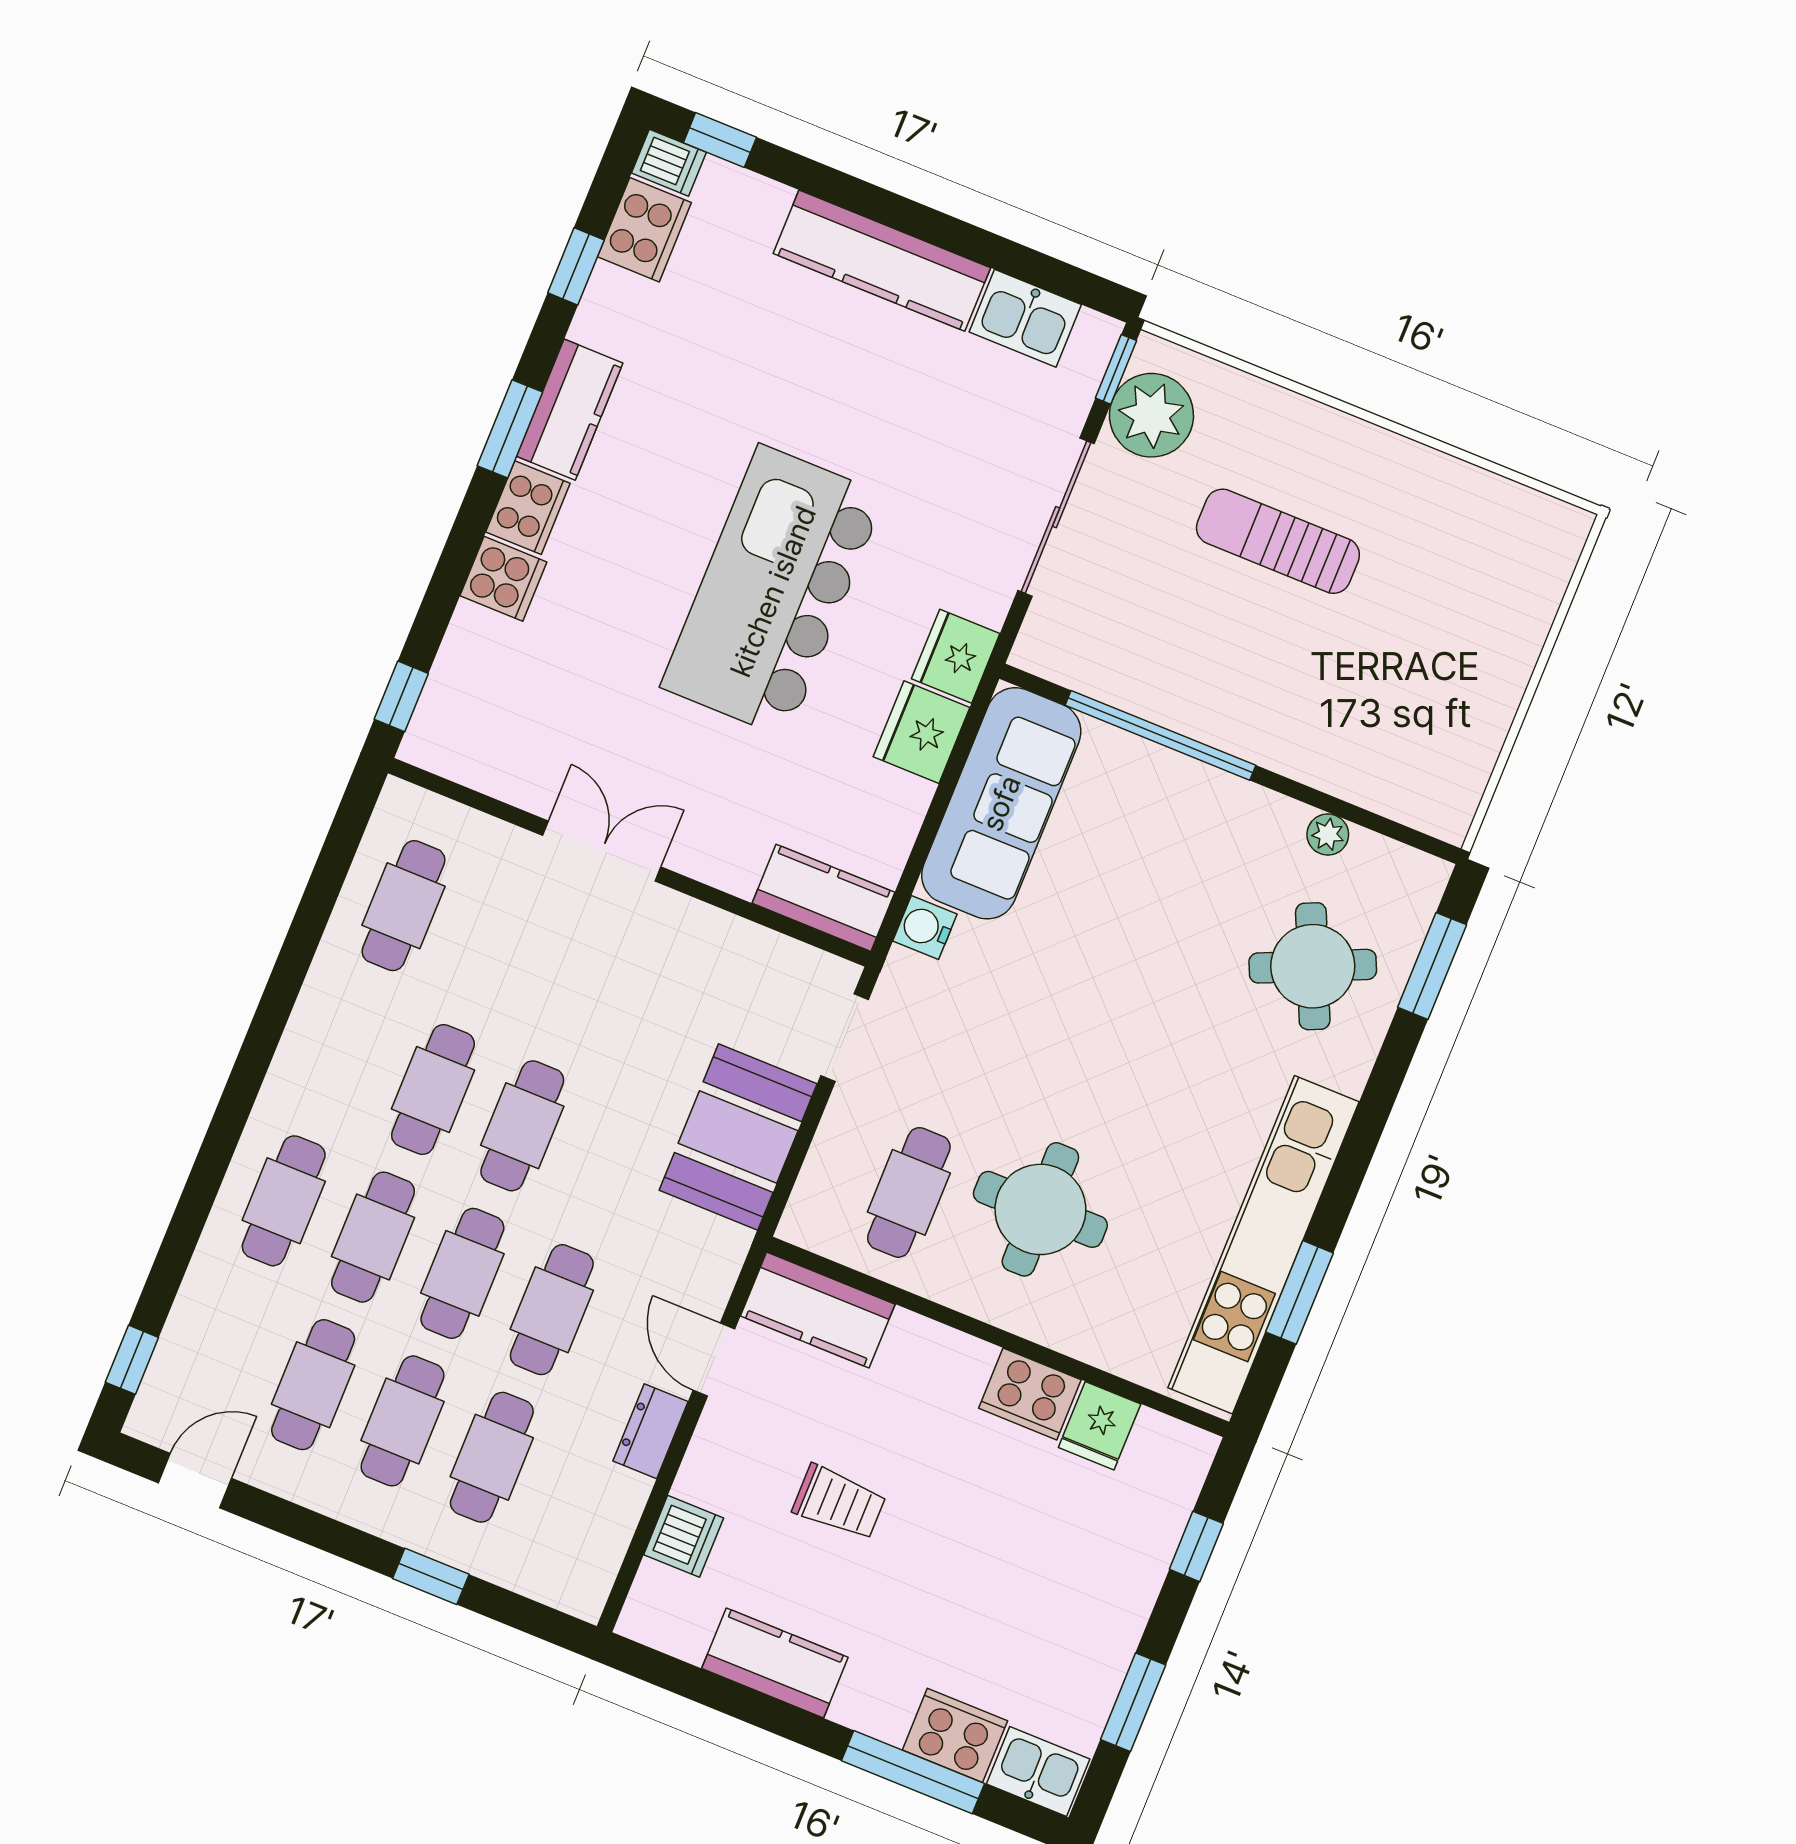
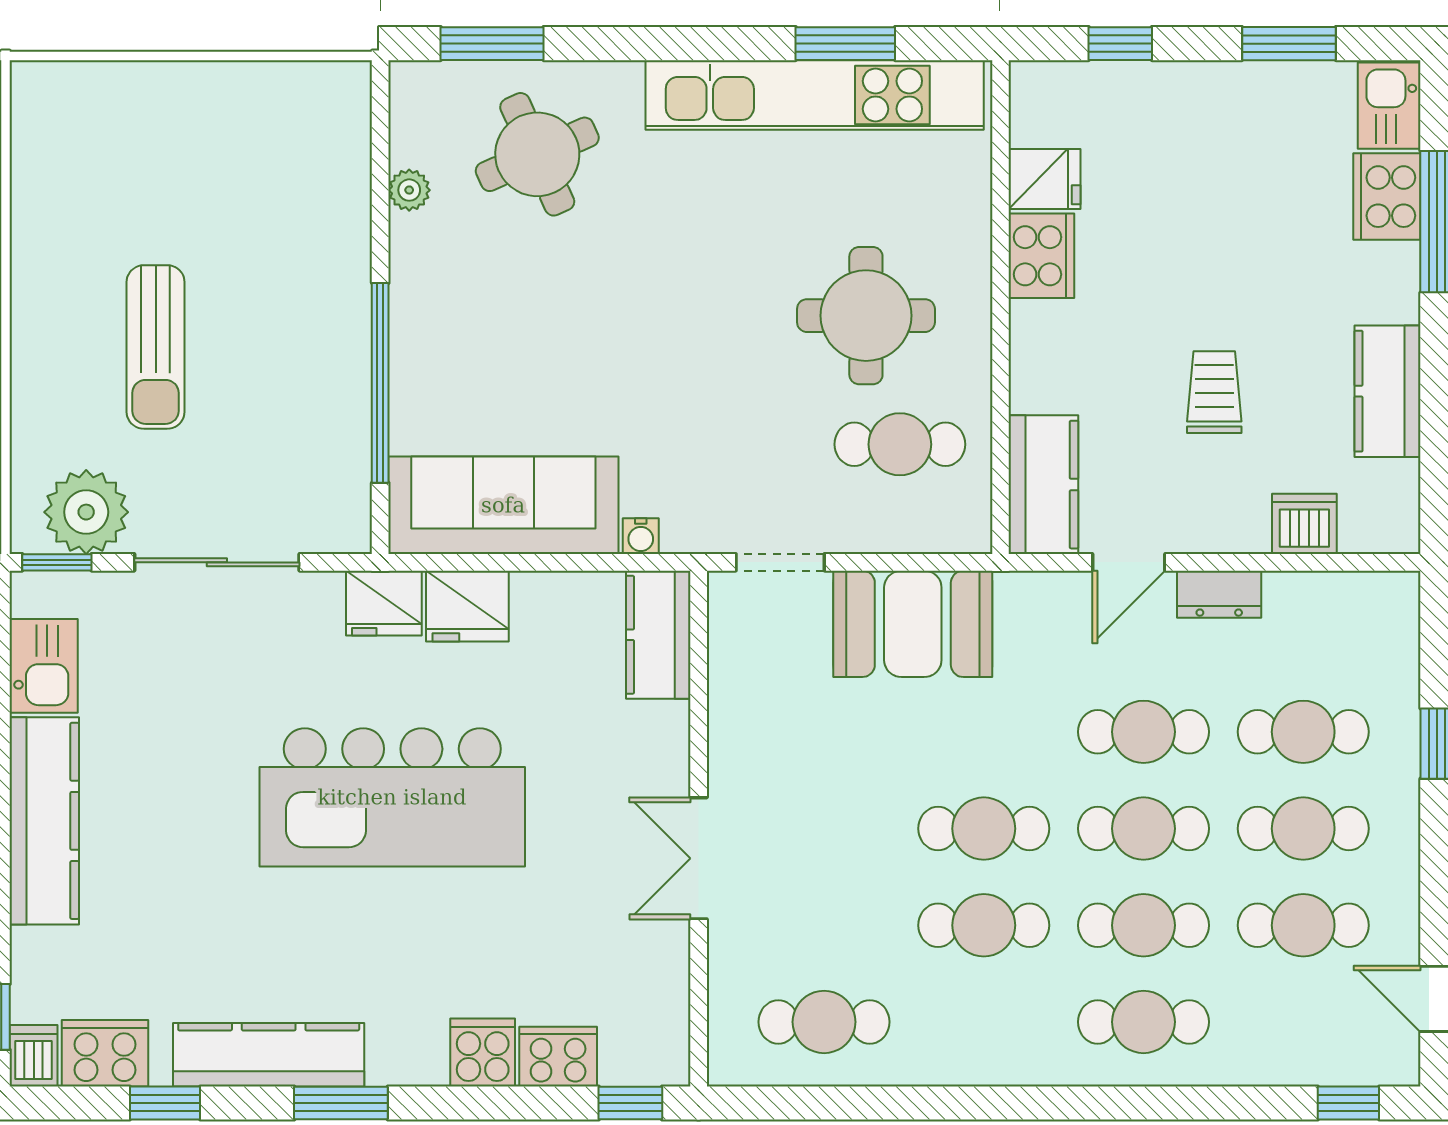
kitchen counter: (570, 410) -> (269, 1055), width x1.50
cooker: (528, 508) -> (558, 1057), moved
water cooler: (925, 927) -> (641, 536), width x0.72, depth x0.72

